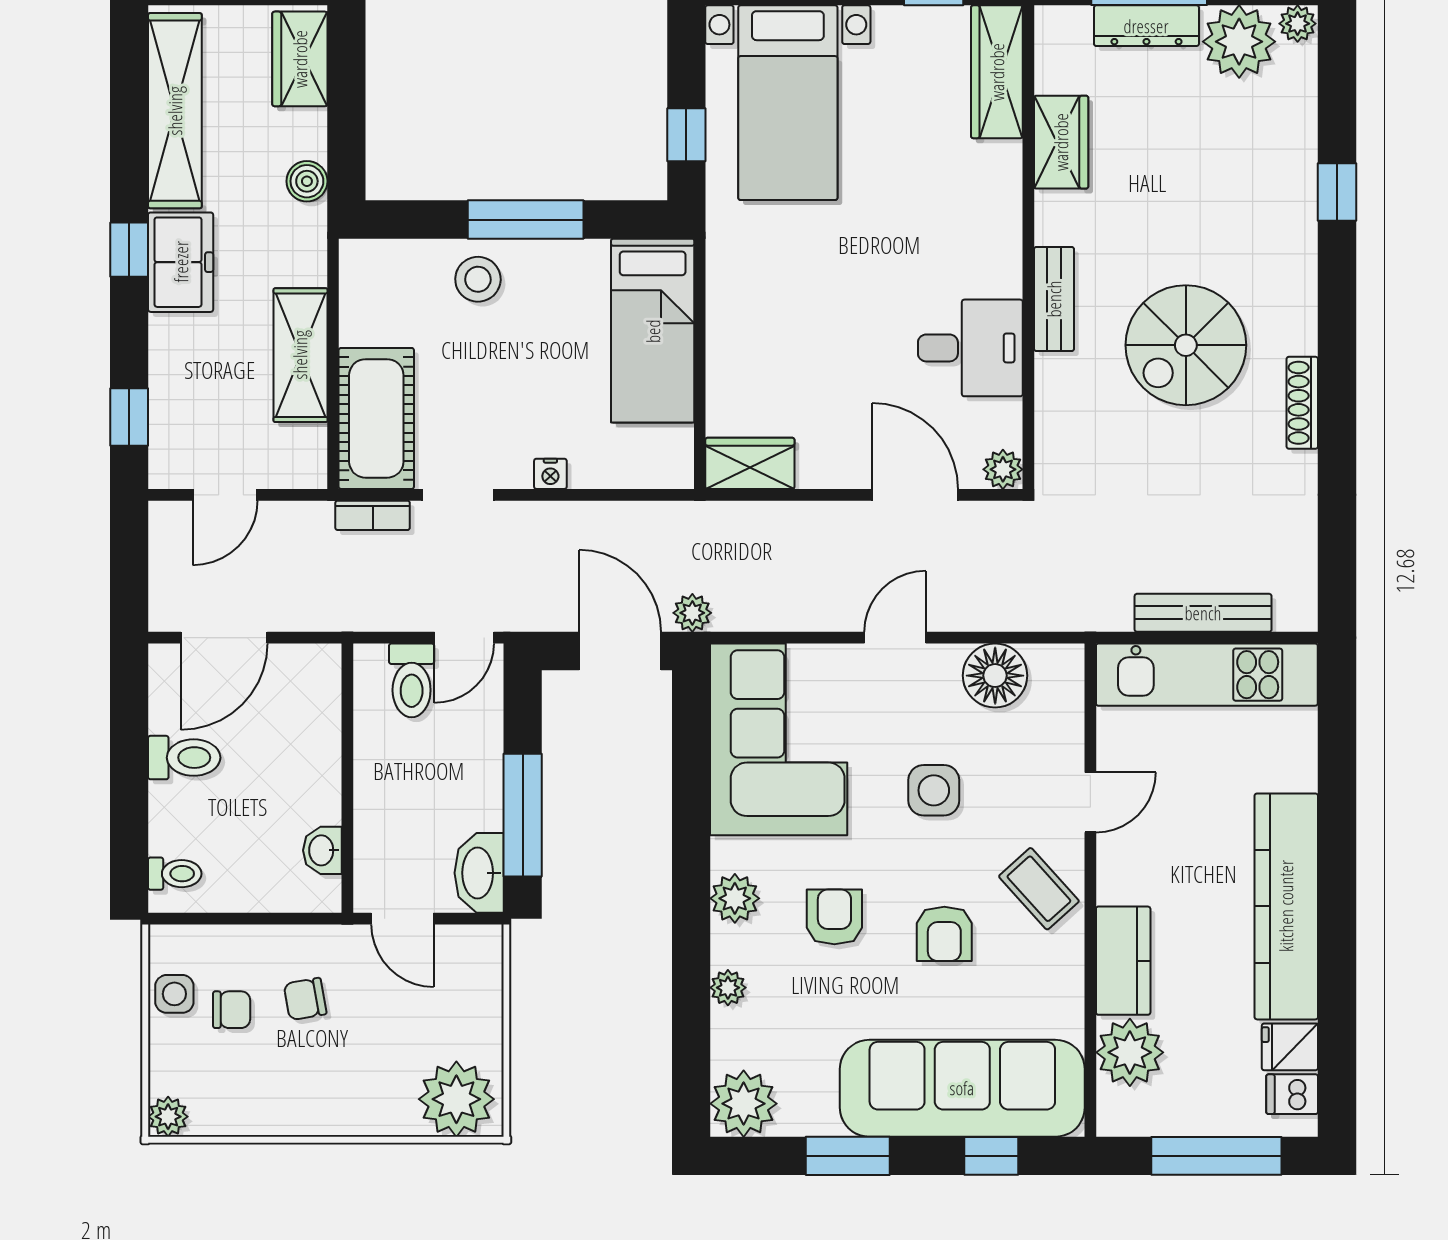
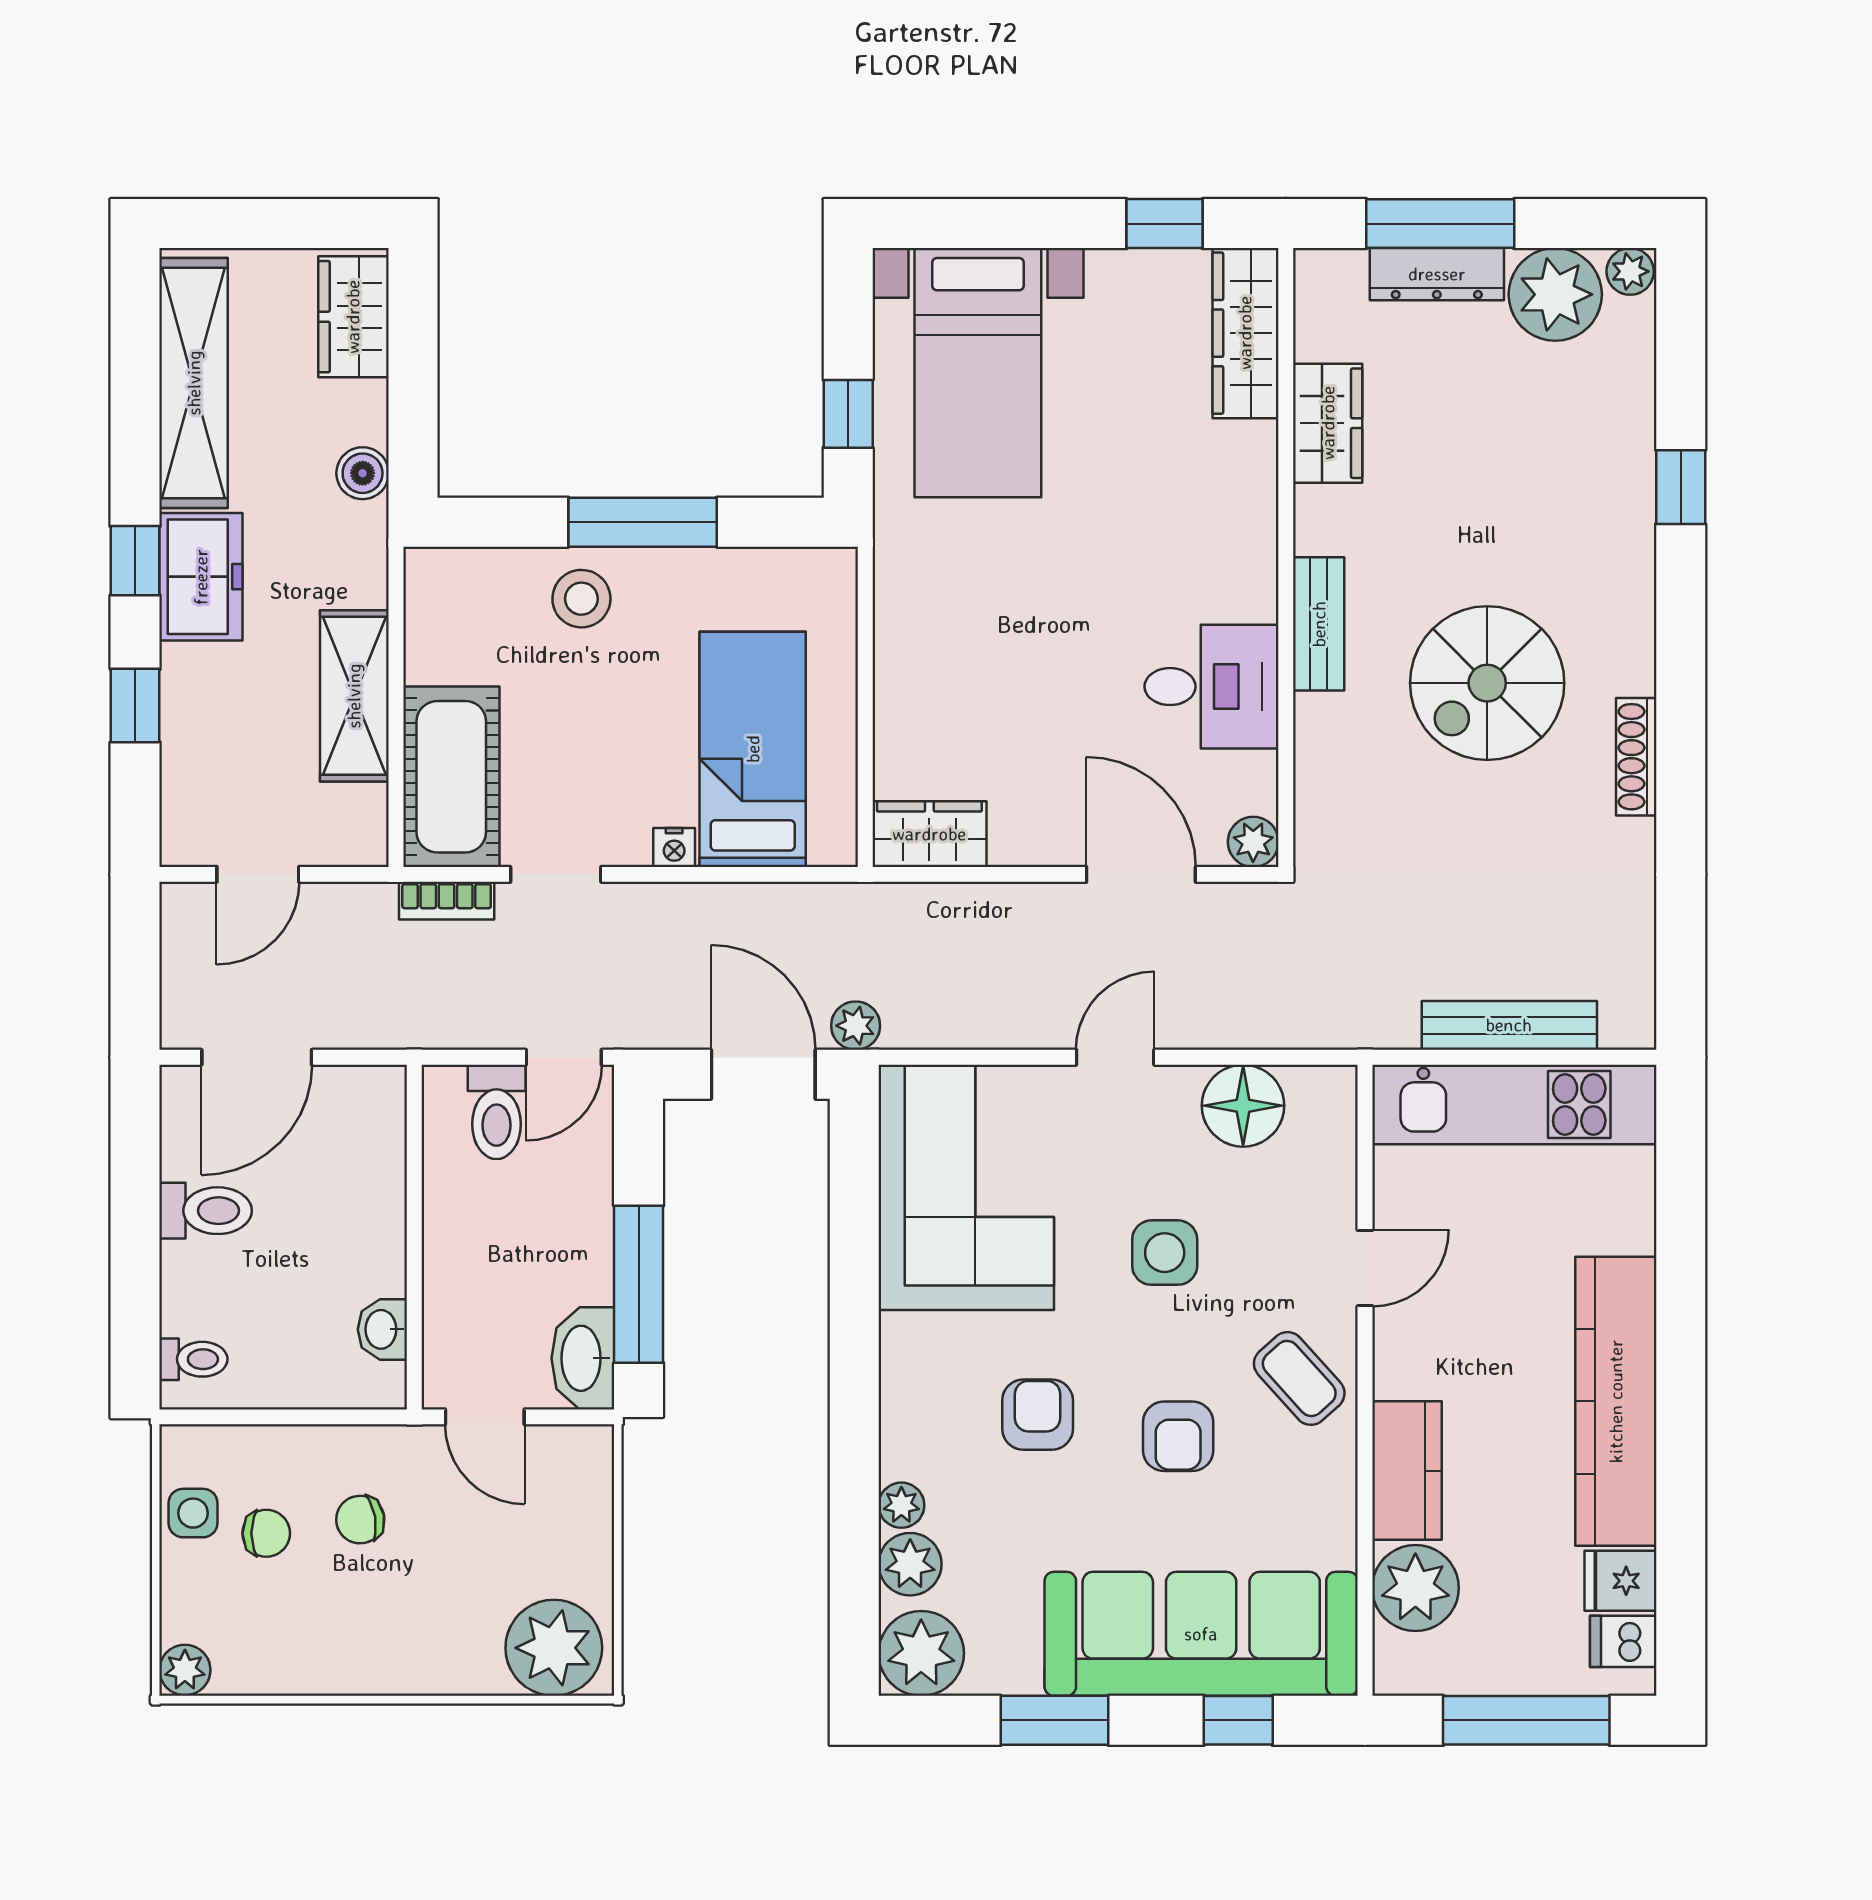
bed: (653, 331) -> (753, 749), moved, turned 180
window: (129, 417) -> (135, 706), moved
plant: (735, 898) -> (910, 1564), moved

